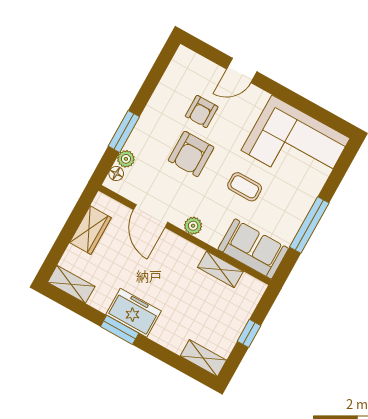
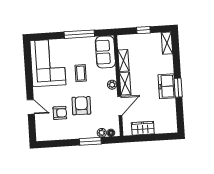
armchair: (191, 154) -> (81, 106), turned -89
shelving: (71, 284) -> (125, 84), moved

